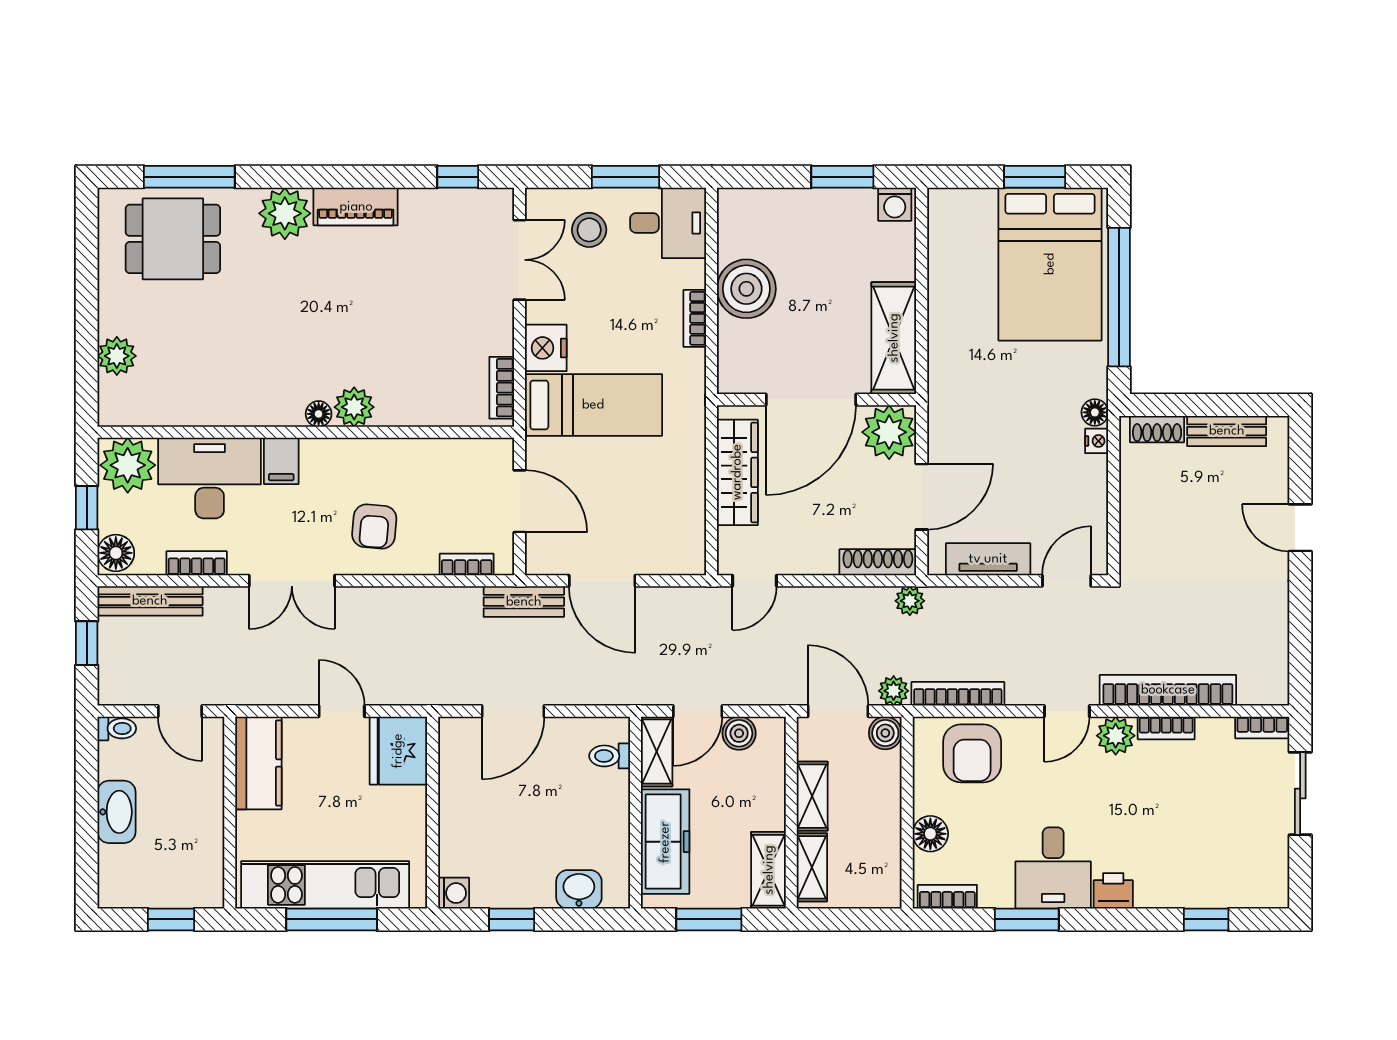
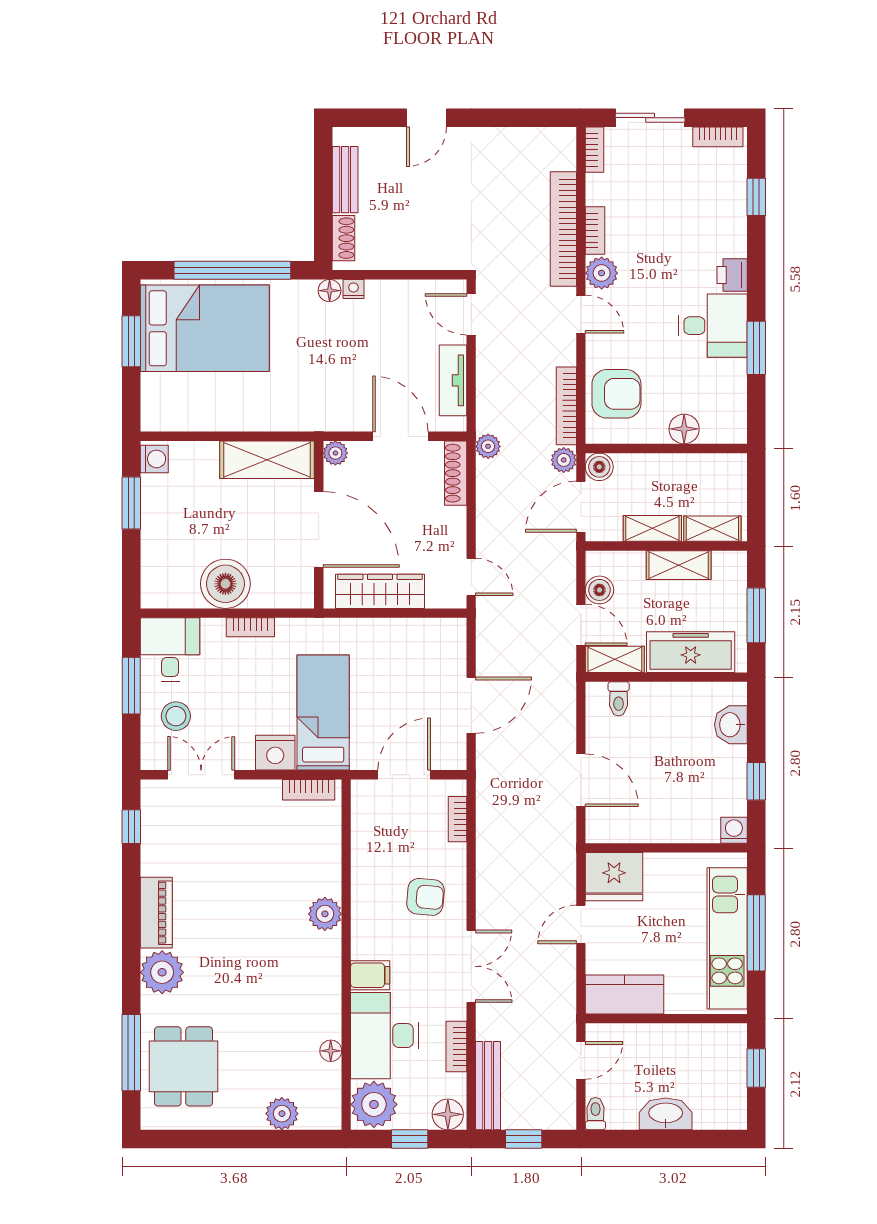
floor lamp: (319, 414) -> (331, 1051), moved
plant: (889, 432) -> (335, 453), width x0.53, depth x0.53
bench: (524, 602) -> (489, 771), removed
shelving: (769, 870) -> (679, 565), moved
bookcase: (947, 897) -> (718, 137), moved, turned -90

